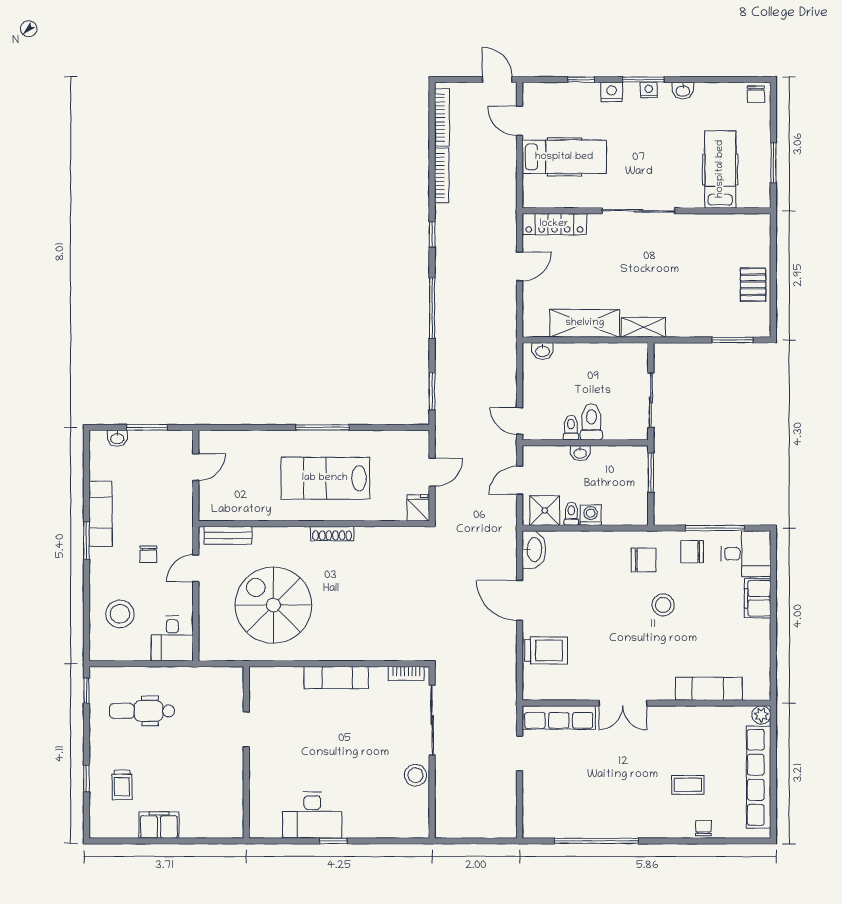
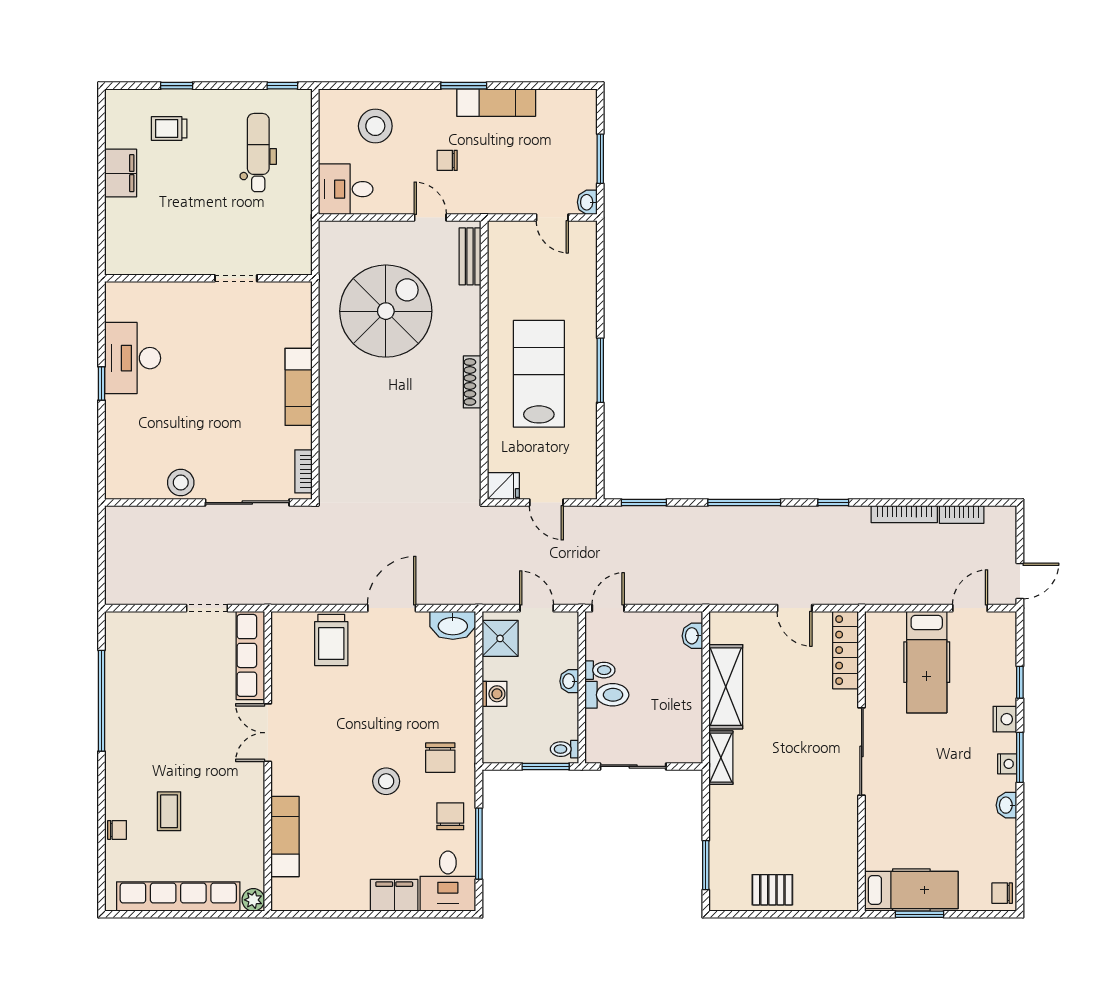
bookcase: (442, 118) -> (962, 515), width x0.64
hospital bed: (720, 169) -> (911, 890), moved
washbasin: (117, 438) -> (587, 202), moved
toilet: (571, 514) -> (564, 749), moved, turned 180

